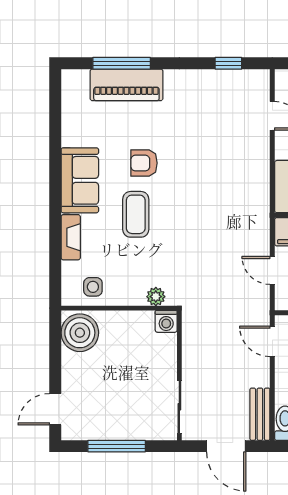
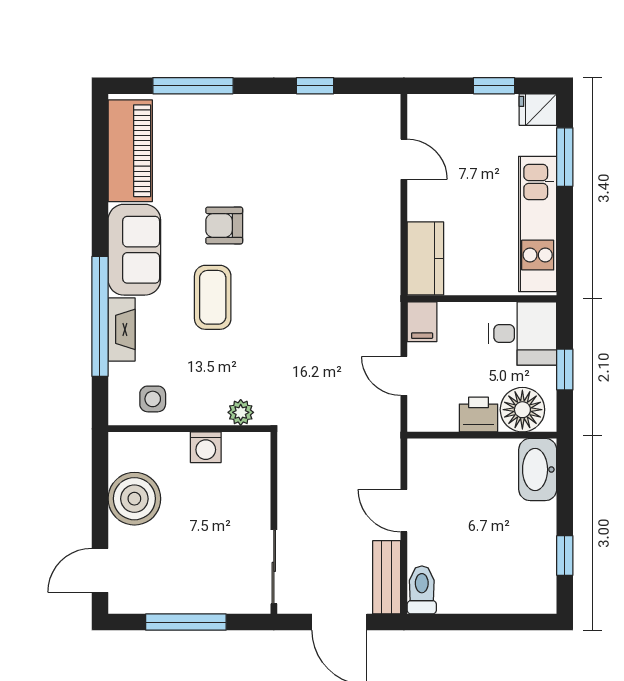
window: (228, 63) -> (315, 86), moved
piano: (126, 85) -> (130, 151), moved, turned -90
window: (55, 228) -> (100, 316), added
washing machine: (166, 321) -> (206, 447), moved
boiler: (80, 333) -> (134, 499), moved
door: (272, 341) -> (404, 511), moved

